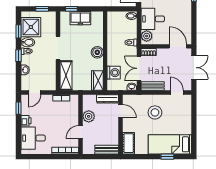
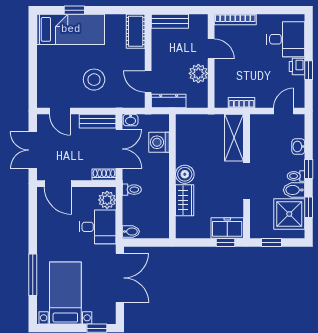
freezer: (80, 18) -> (227, 228), moved
wardrobe: (97, 81) -> (185, 200), moved
window: (18, 108) -> (309, 70), moved
door: (81, 132) -> (211, 49), hinge flipped

